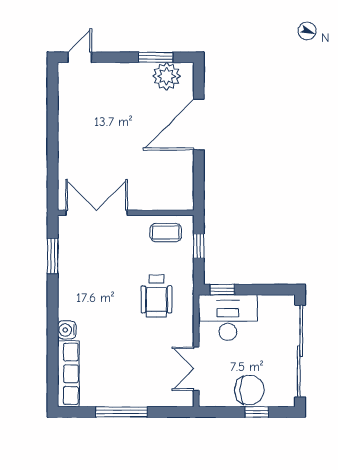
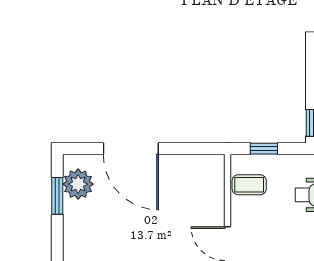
coffee table: (166, 233) -> (249, 185), turned 90

